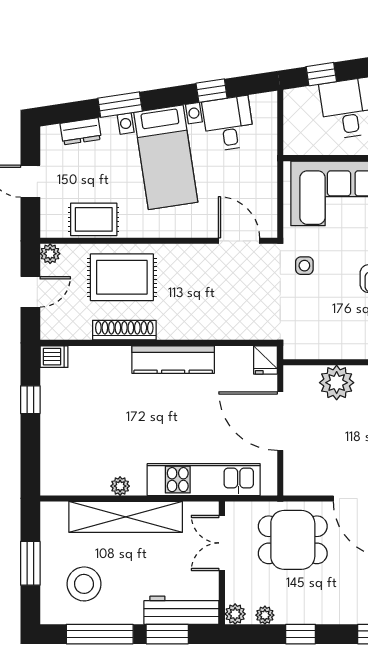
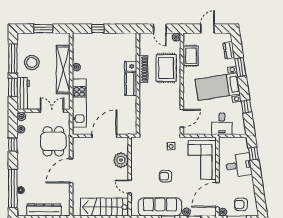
desk: (228, 124) -> (222, 124), moved, turned 99
dishwasher: (54, 357) -> (132, 39), removed
kitchen counter: (173, 360) -> (131, 84), width x0.67
fridge: (265, 360) -> (131, 66), moved
window: (30, 400) -> (98, 29), moved
stool: (84, 584) -> (32, 62), moved

